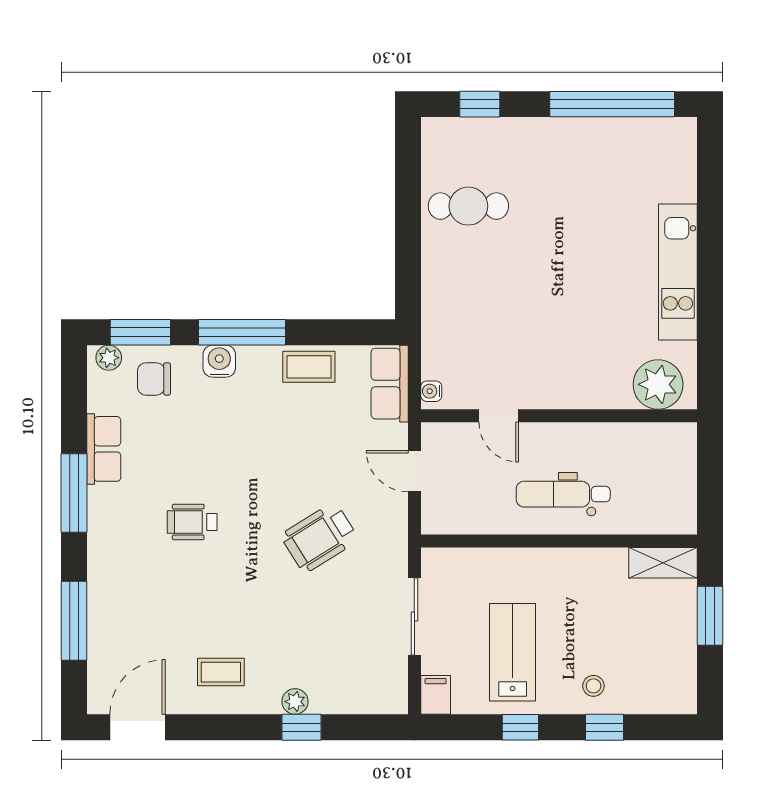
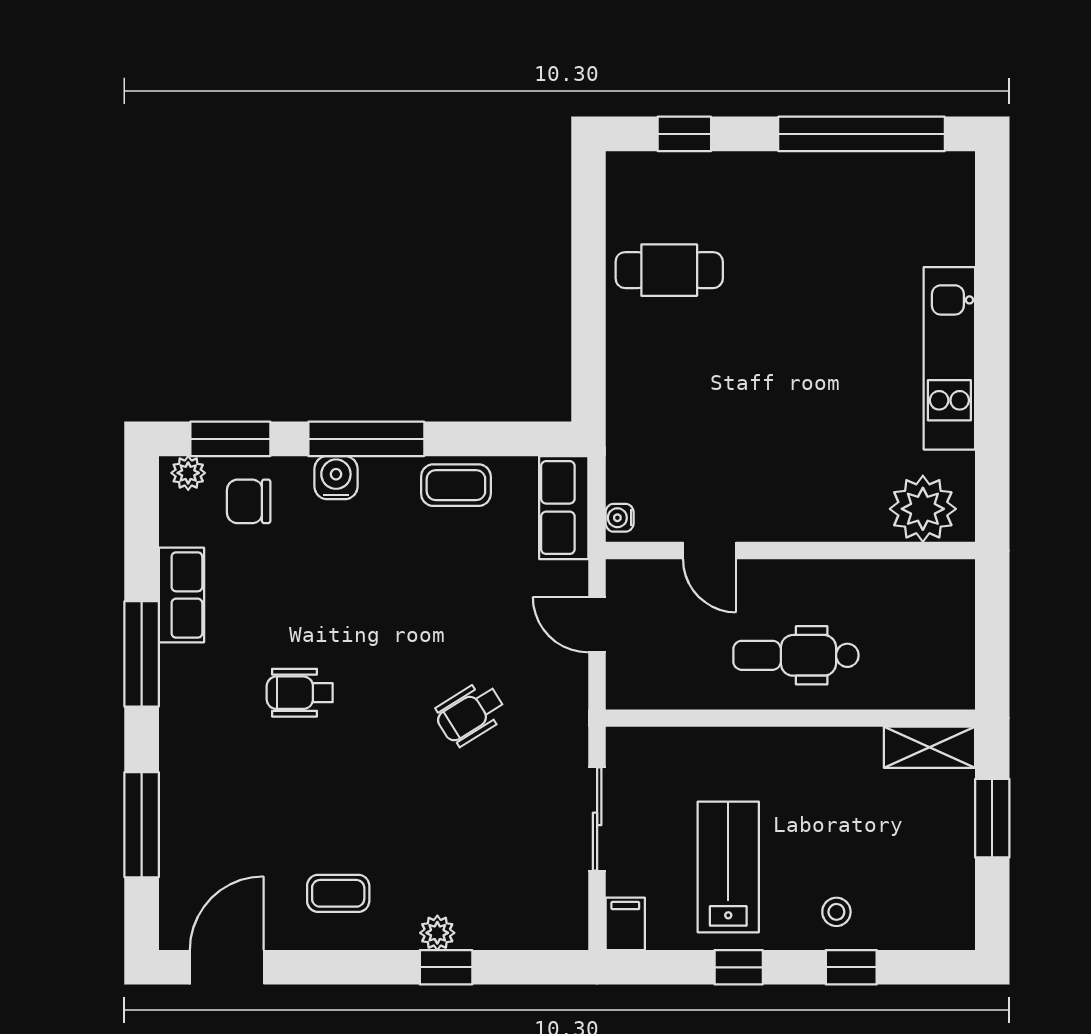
wheelchair: (320, 538) -> (470, 713), width x0.73, depth x0.73

